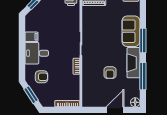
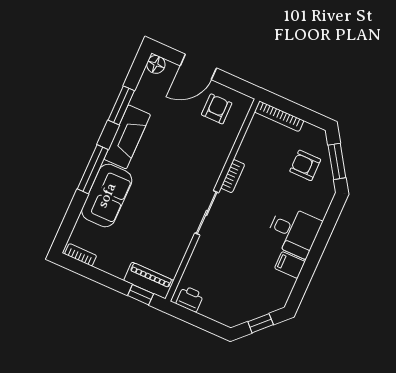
armchair: (110, 73) -> (217, 109), moved
window: (143, 76) -> (121, 105), width x0.69
armchair: (42, 77) -> (305, 165), moved

